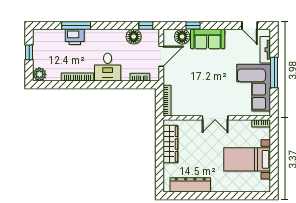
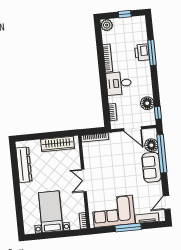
window: (193, 26) -> (162, 154), width x3.17

